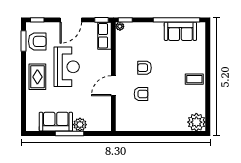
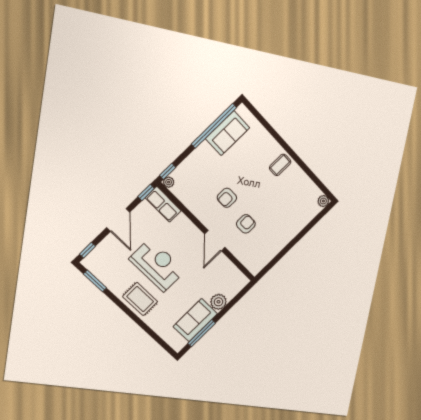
armchair: (37, 41) -> (108, 269), removed
plant: (196, 122) -> (323, 201), width x0.53, depth x0.53
window: (69, 134) -> (202, 333), moved

